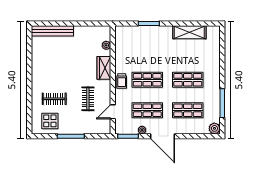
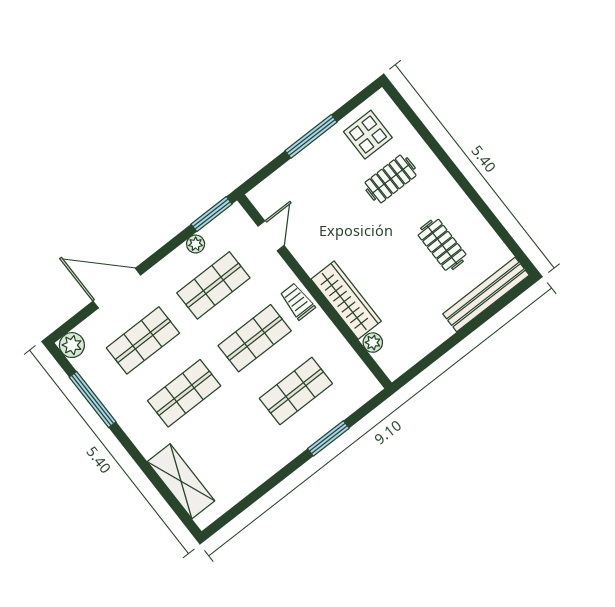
shelving: (189, 32) -> (181, 481), moved, turned 90
shop shelf: (147, 49) -> (296, 391), added
wardrobe: (104, 68) -> (346, 300), width x1.50
clothes rail: (88, 99) -> (442, 245), moved
door: (163, 136) -> (117, 288), moved

